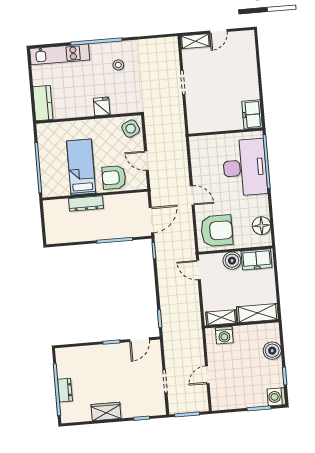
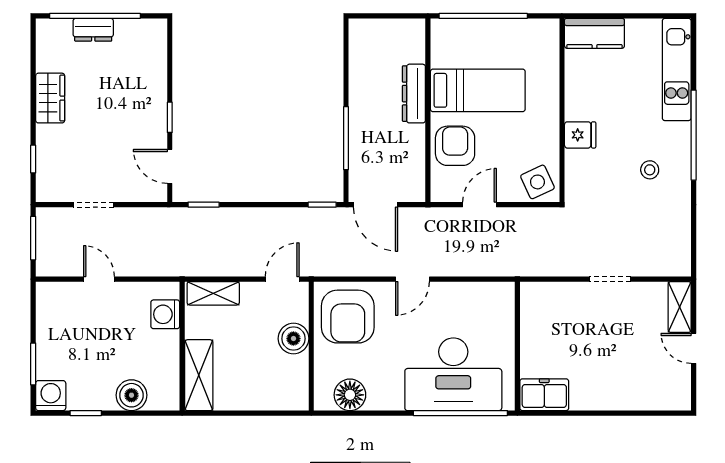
freezer: (257, 259) -> (292, 381), removed
shelving: (221, 317) -> (213, 293), moved, turned 90

